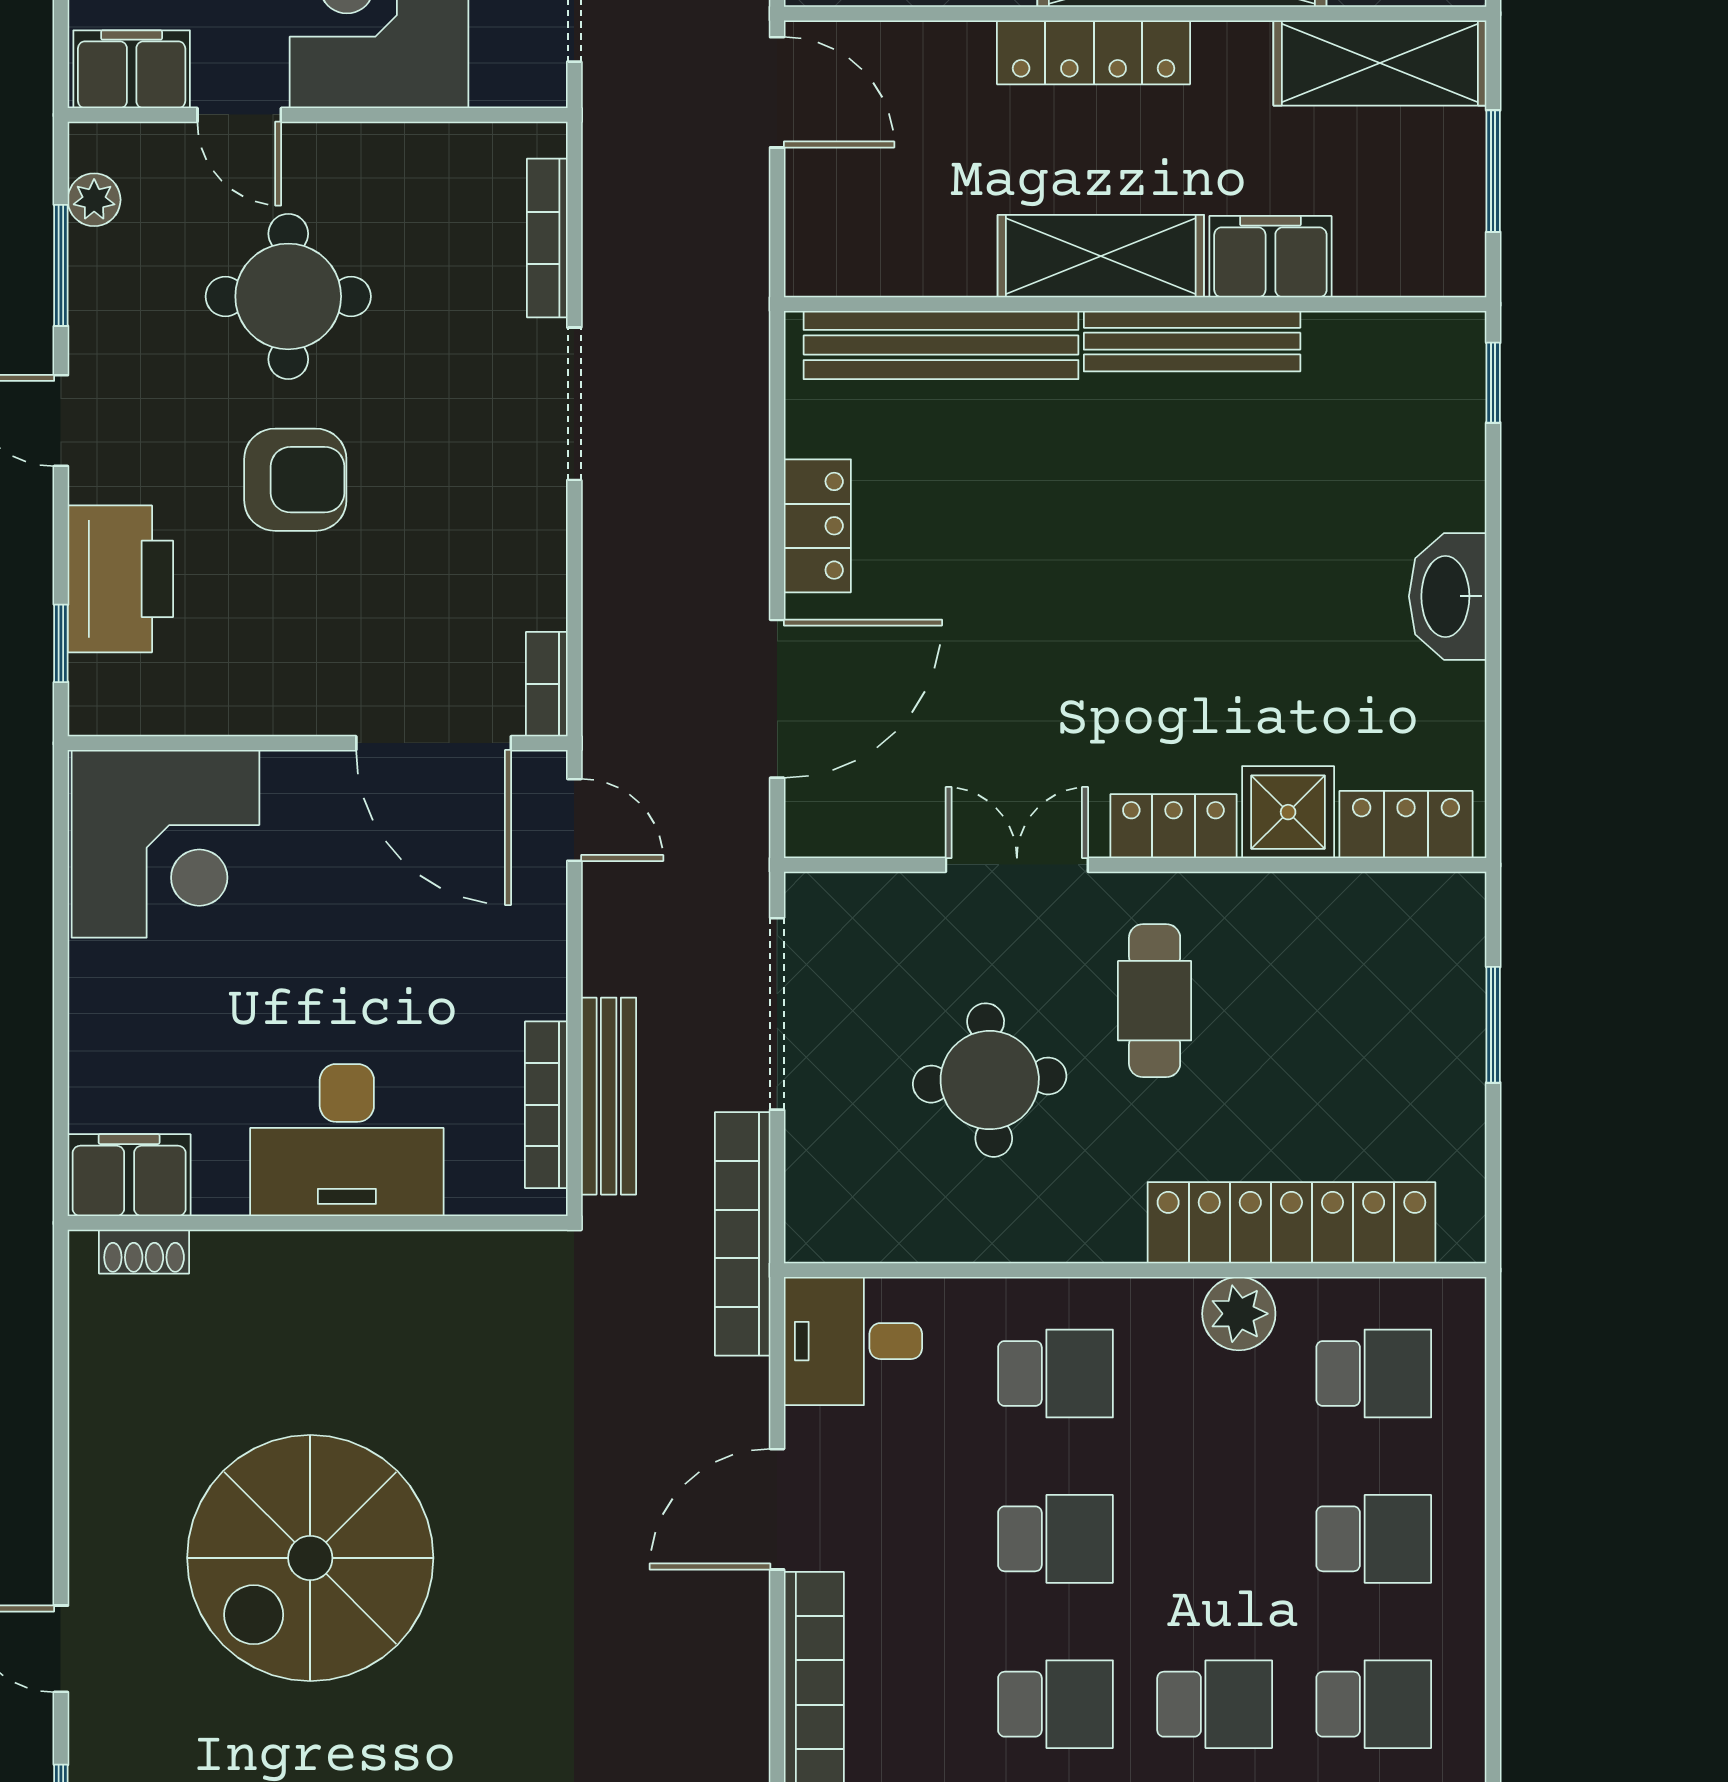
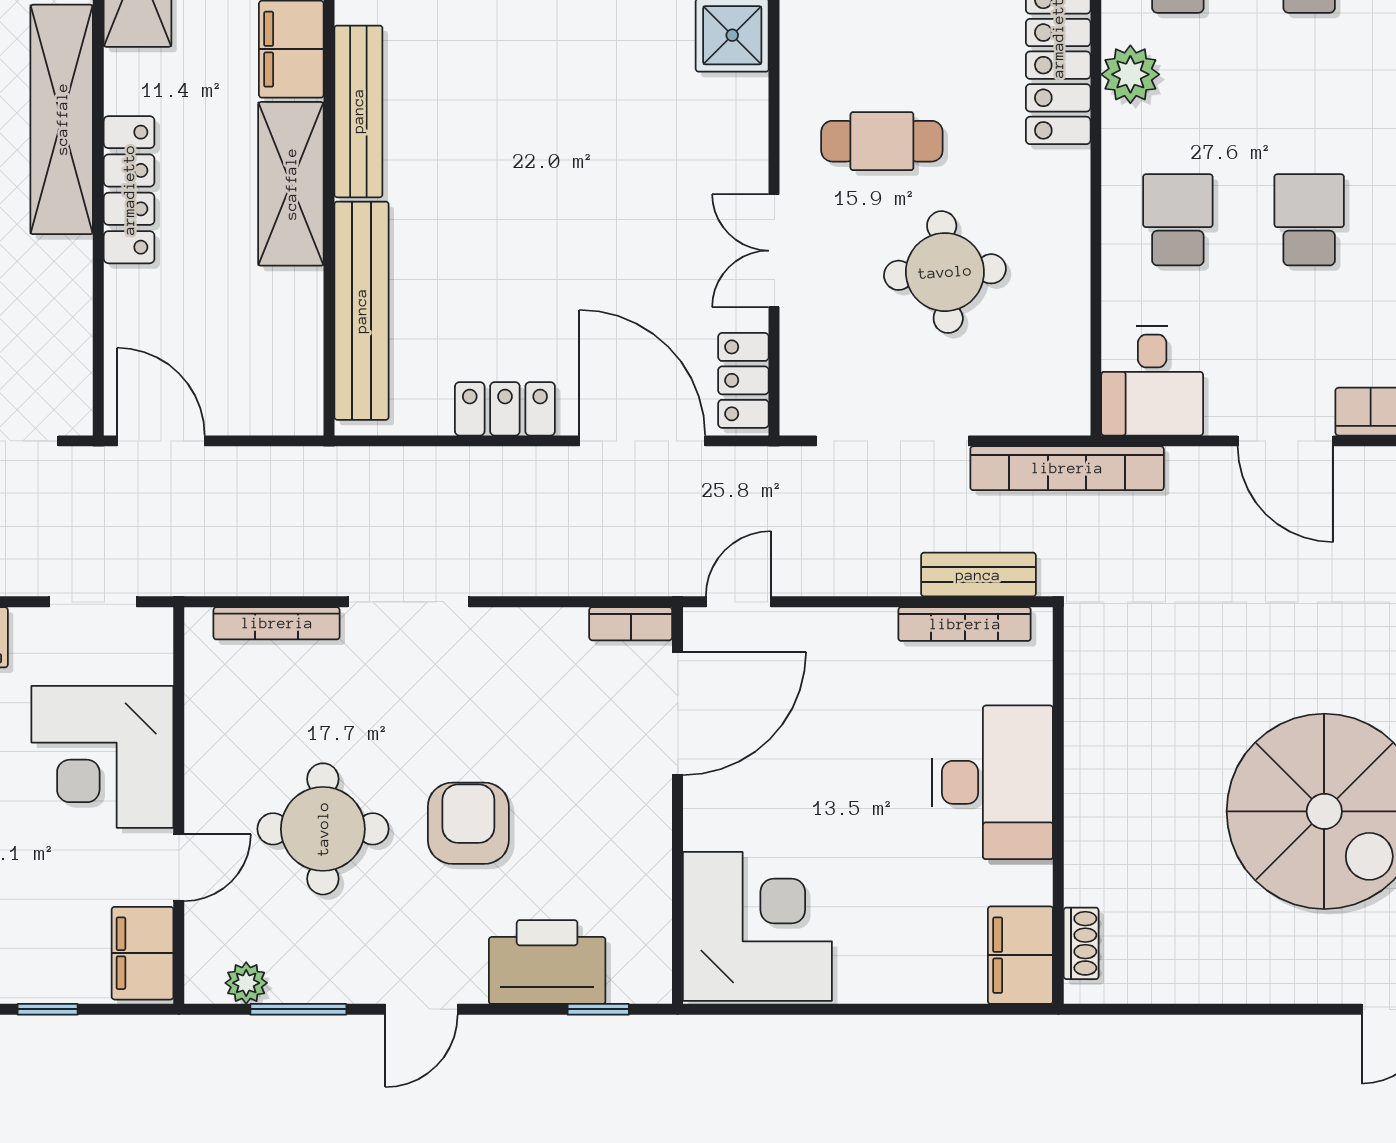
door: (777, 92) -> (161, 441), hinge flipped
locker: (1173, 826) -> (743, 380), moved
bench: (609, 1096) -> (978, 575), width x0.73

